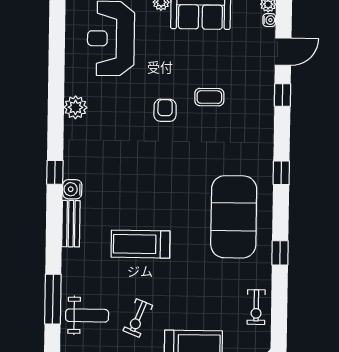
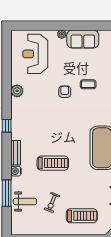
water cooler: (72, 189) -> (16, 171), moved
treadmill: (140, 244) -> (53, 163), turned 180

